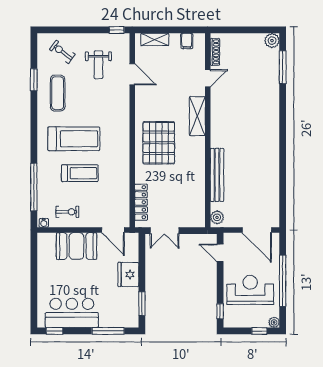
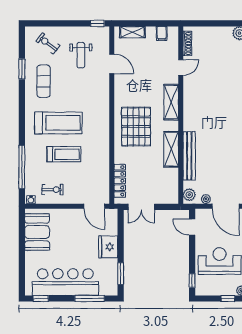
shelving: (197, 168) -> (171, 149), added
plant: (235, 222) -> (206, 199), added
booth: (76, 246) -> (37, 232), moved, turned 90
bar counter: (72, 313) -> (65, 282), width x1.36

